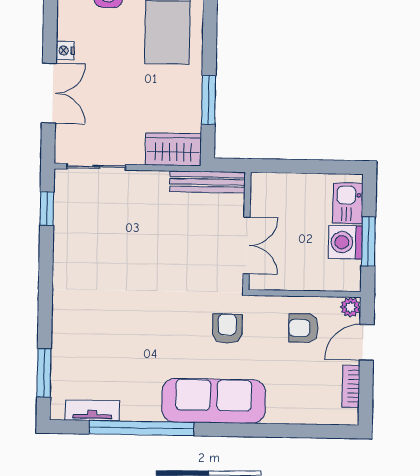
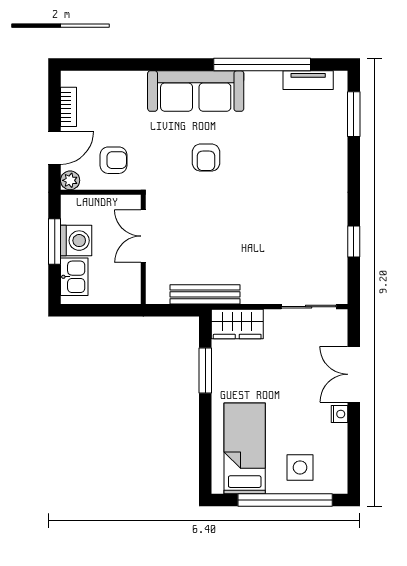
window: (47, 209) -> (354, 241), moved
wall: (247, 231) -> (143, 249), moved
double door: (247, 245) -> (143, 236), moved
armchair: (227, 329) -> (206, 158), moved

